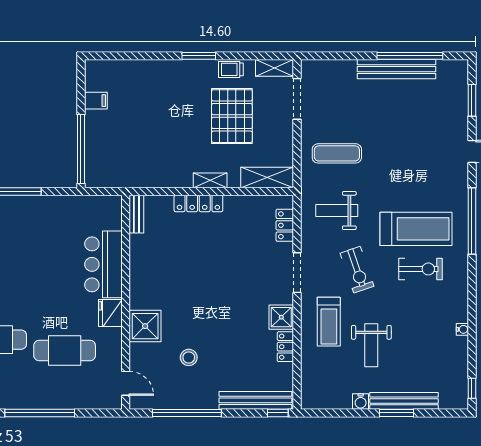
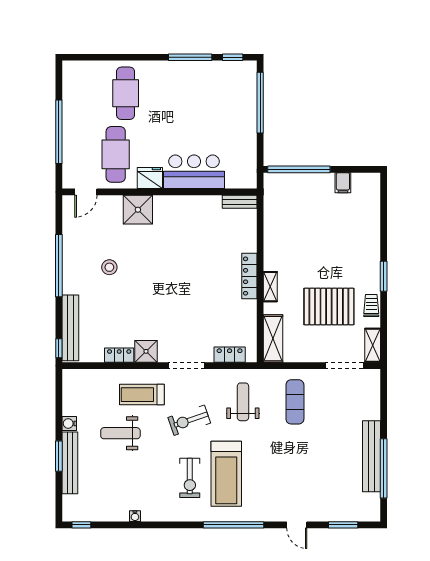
bench: (136, 214) -> (240, 202), moved
bar counter: (103, 264) -> (194, 172), moved
wall: (126, 302) -> (160, 192), moved
fridge: (110, 313) -> (150, 178), moved
shower: (145, 326) -> (138, 210), moved
door: (126, 383) -> (86, 192), moved

